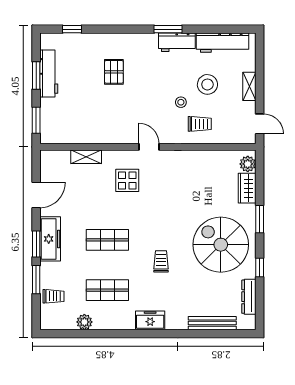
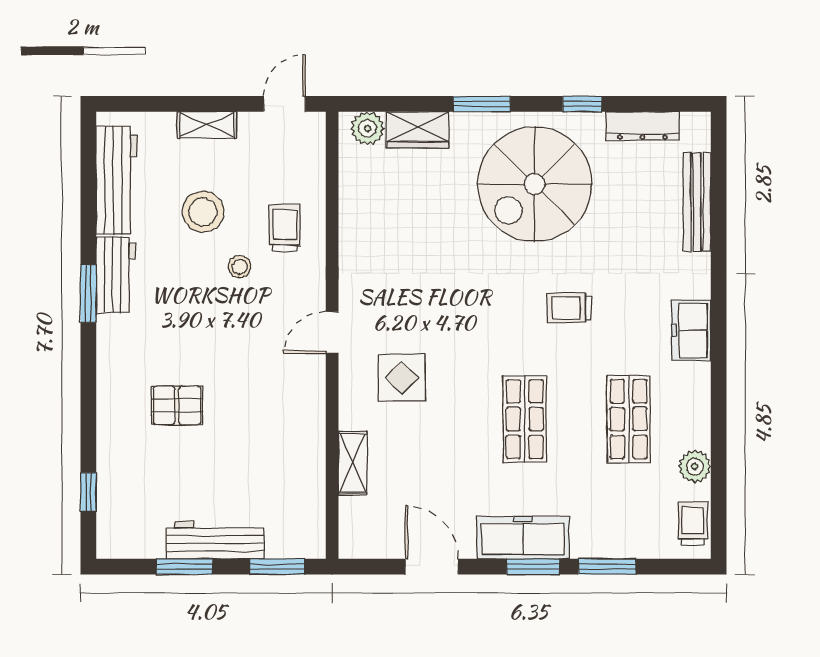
workbench: (49, 74) -> (215, 540), moved
trolley: (54, 296) -> (693, 523), moved

